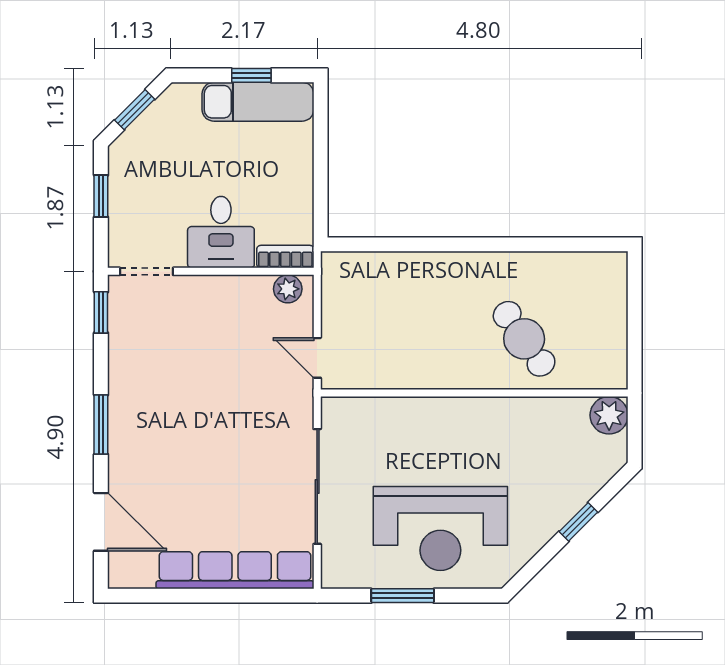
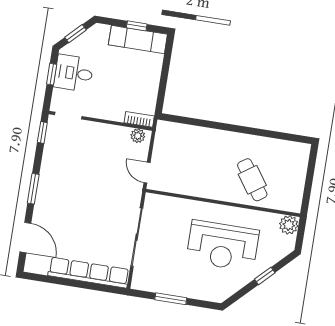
desk: (221, 232) -> (74, 73), moved, turned 90
reception desk: (440, 528) -> (223, 246), moved

